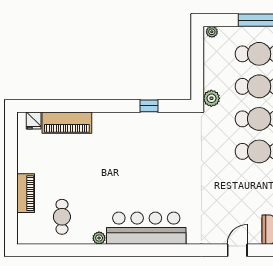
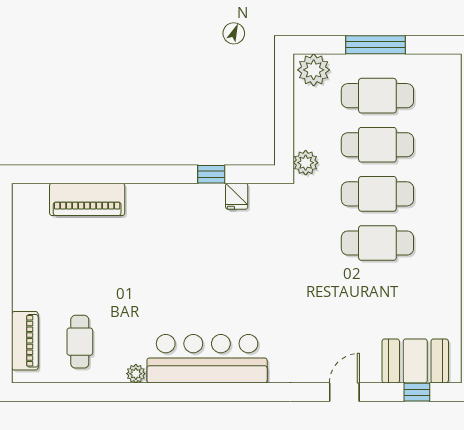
plant: (212, 32) -> (314, 70), width x1.87, depth x1.87
fridge: (34, 120) -> (237, 196), moved
piano: (26, 193) -> (25, 341), moved

